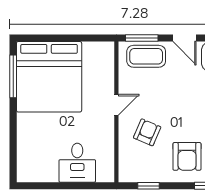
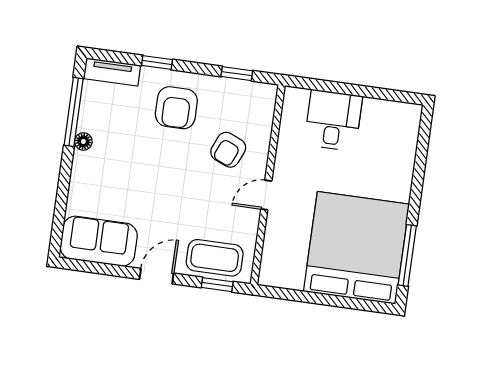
window: (142, 38) -> (217, 285), width x0.67
door: (184, 38) -> (157, 276), hinge flipped
armchair: (187, 156) -> (176, 108), turned 180

